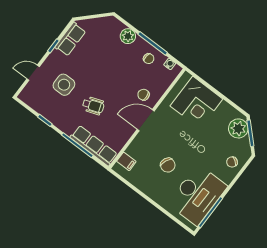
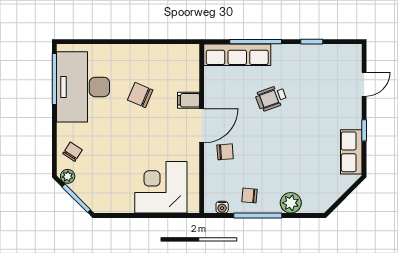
side table: (64, 85) -> (320, 97), removed
plant: (238, 128) -> (68, 176), moved, width x0.53, depth x0.53
filing cabinet: (126, 161) -> (189, 100), moved

